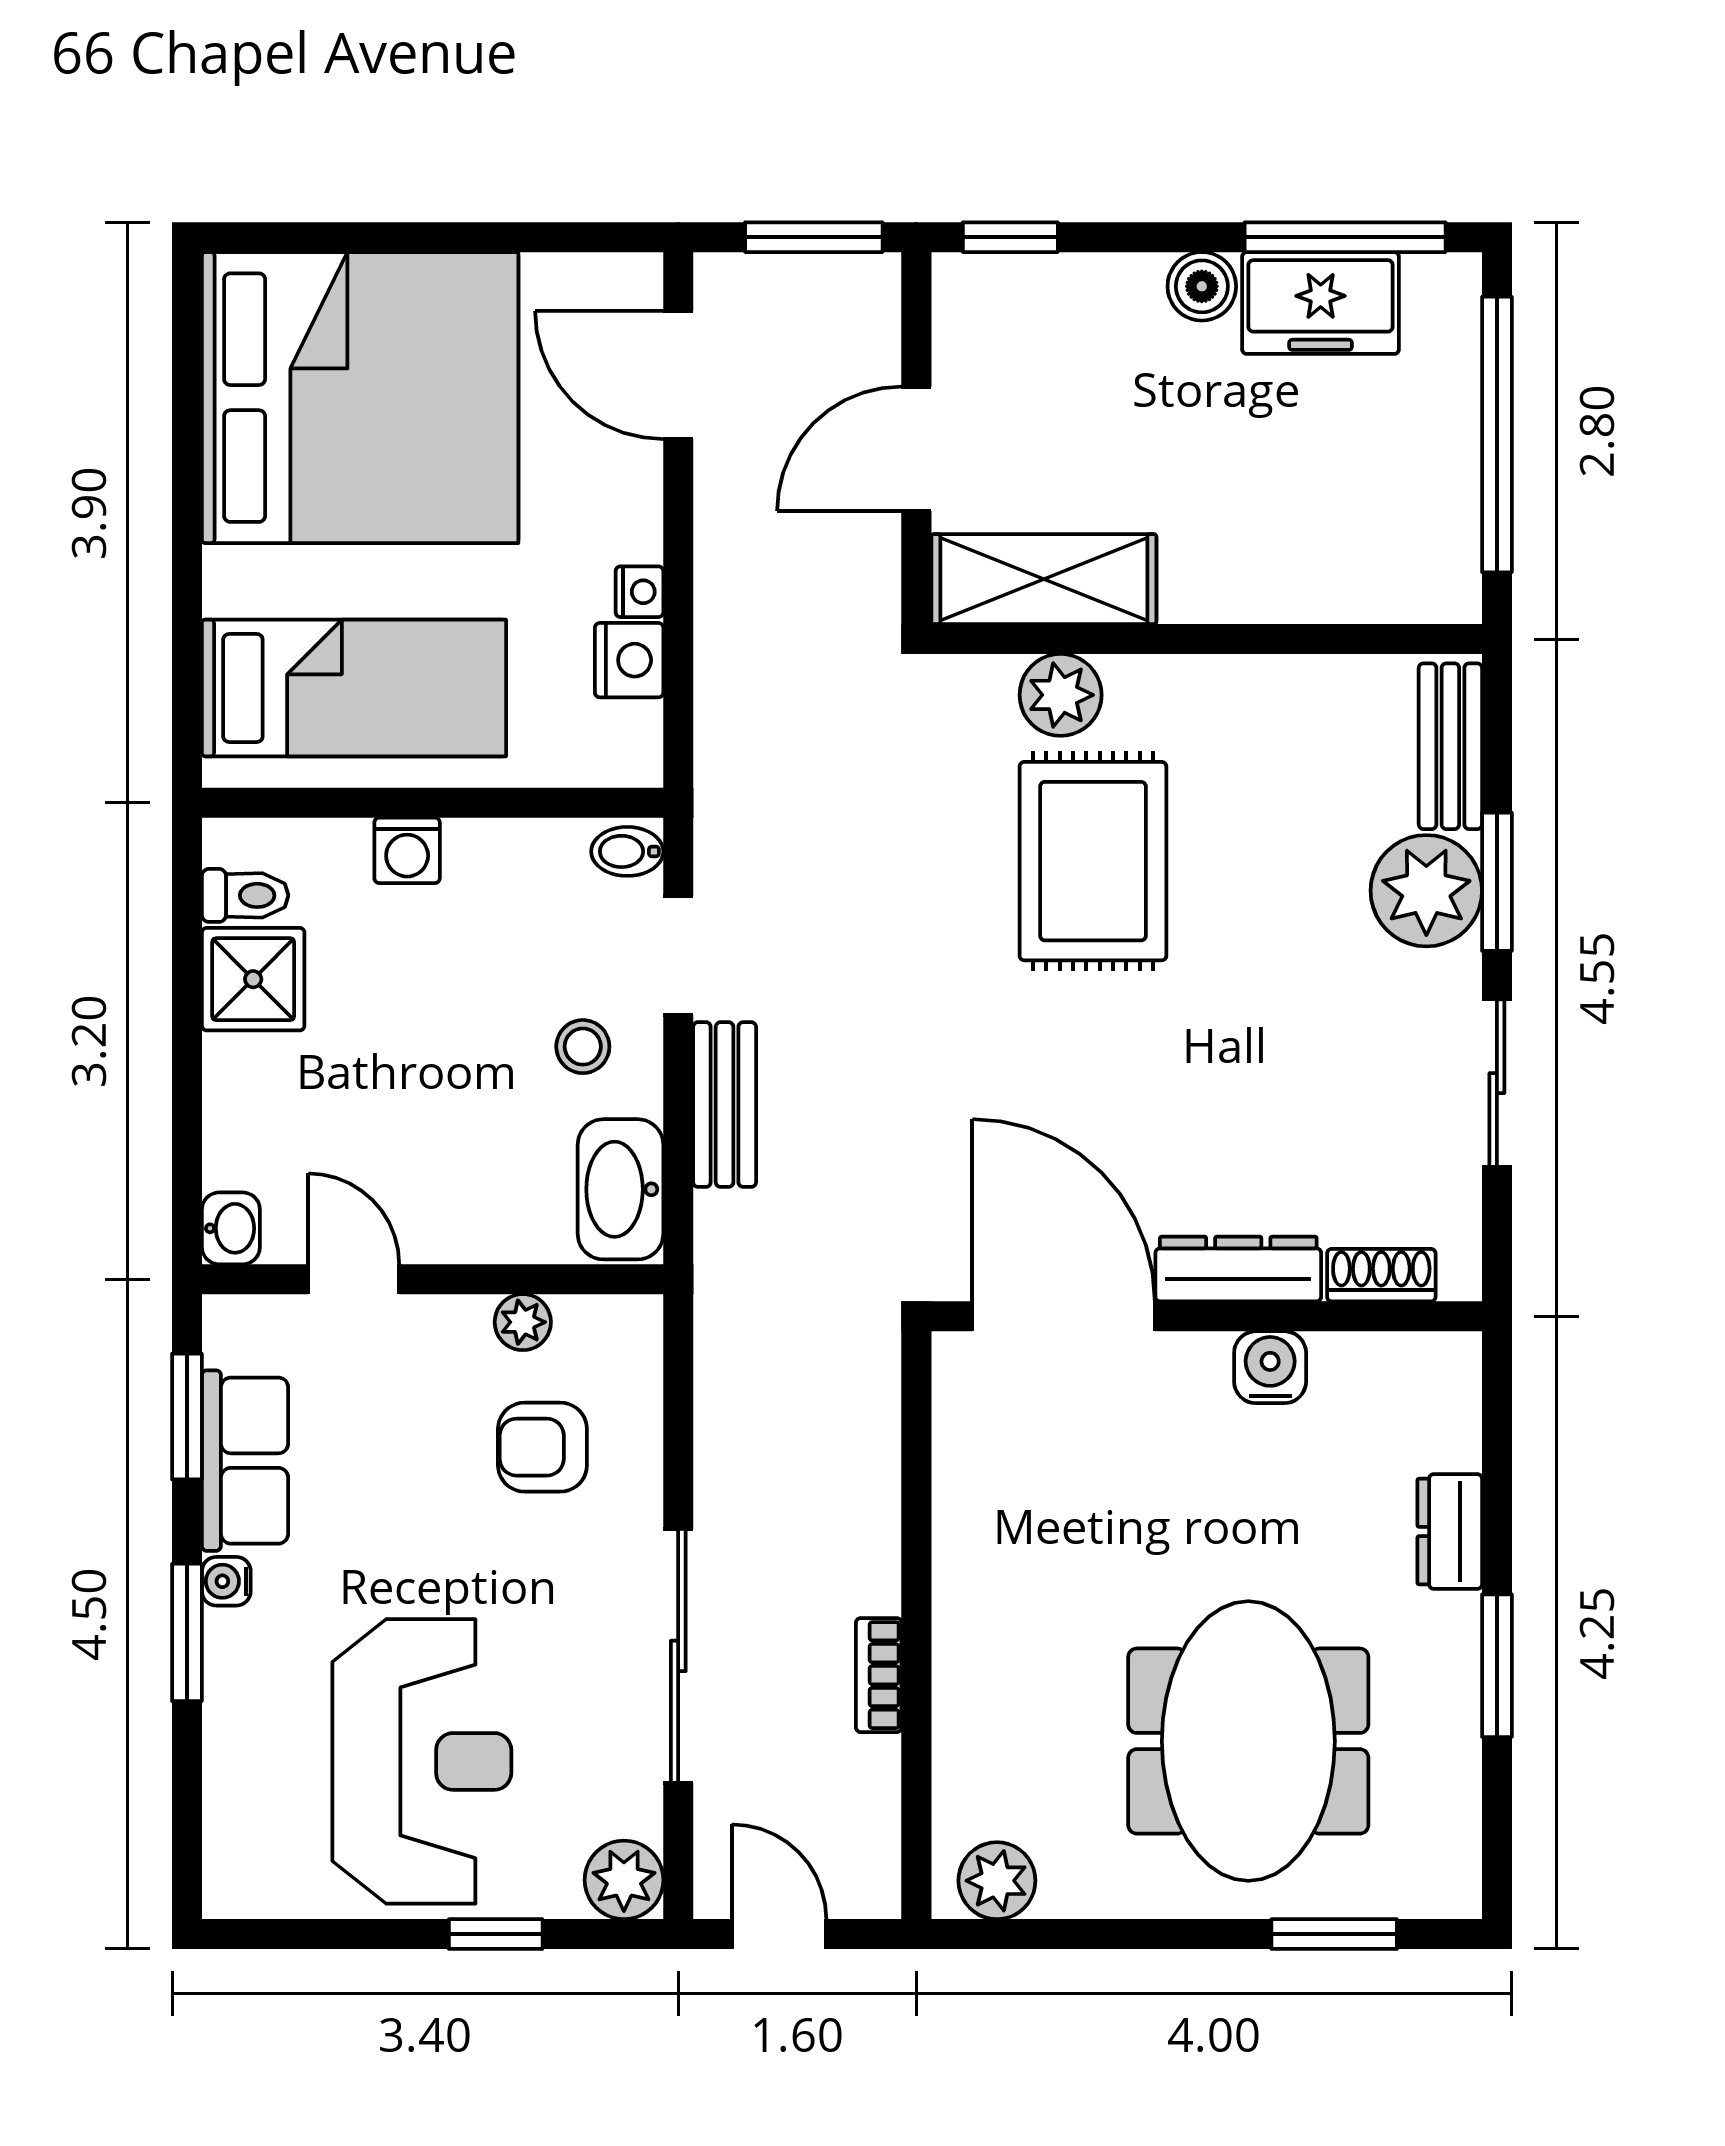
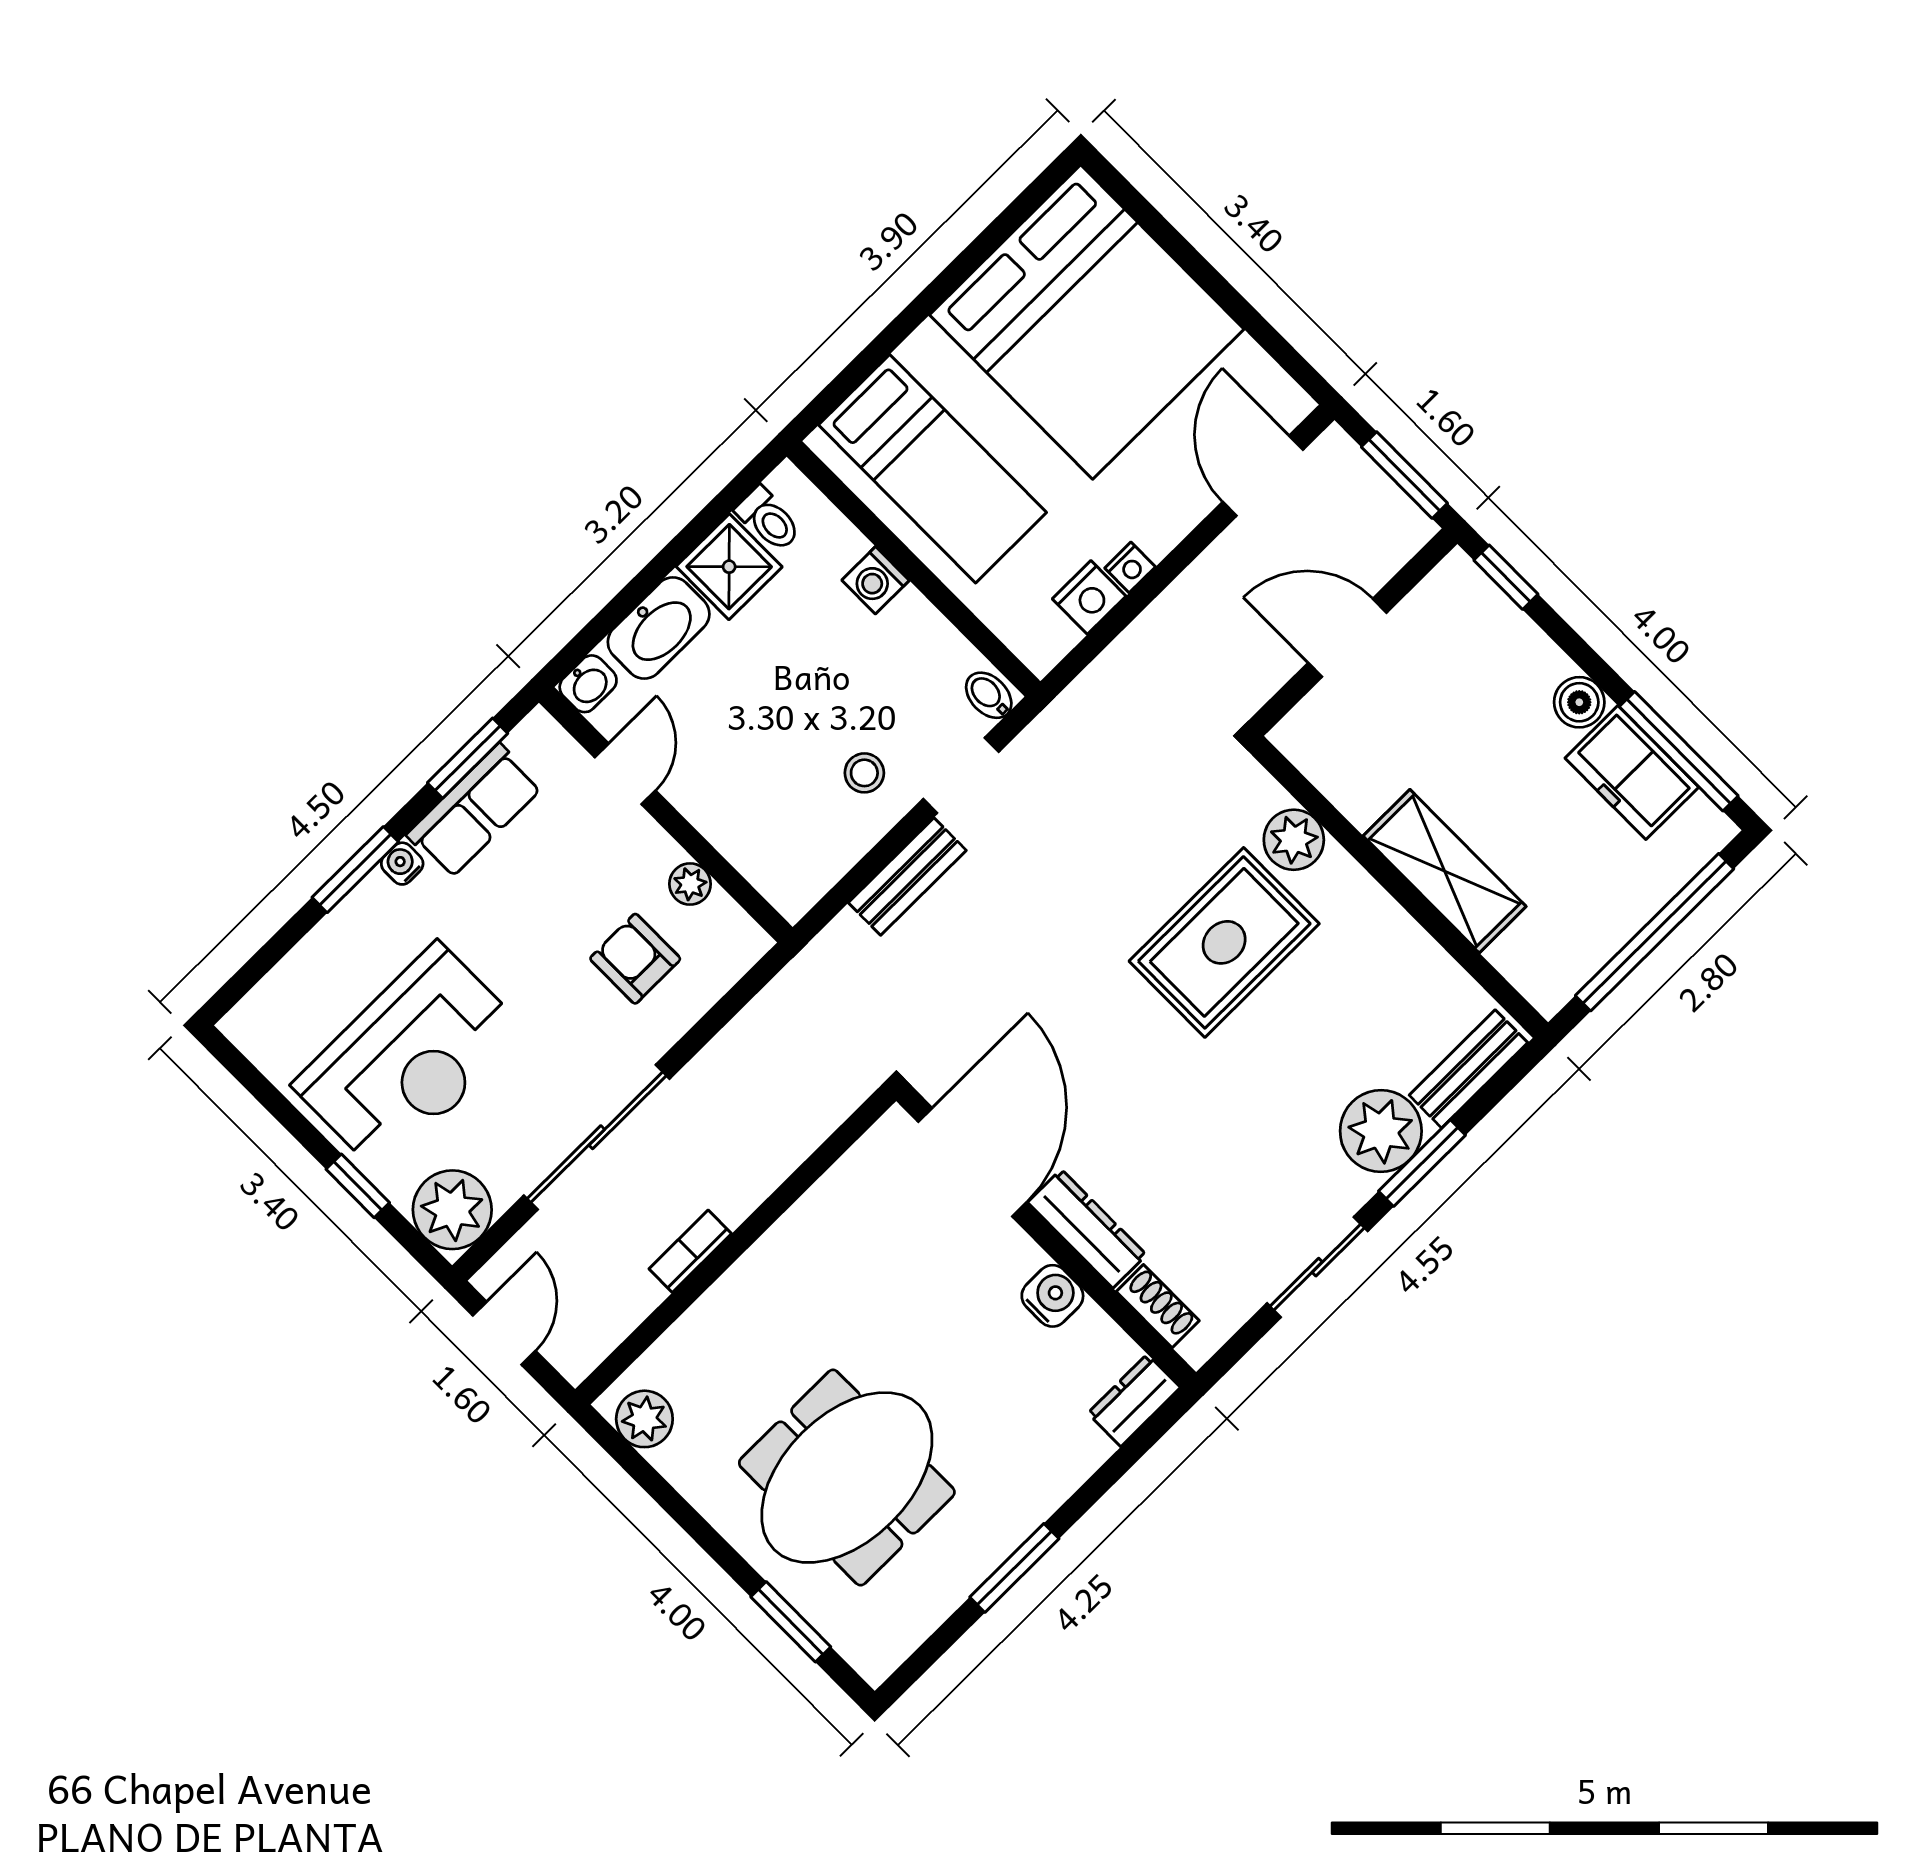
shelving: (1044, 579) -> (1445, 871), moved
washbasin: (621, 1189) -> (659, 628), moved, turned 180
dresser: (1450, 1531) -> (1134, 1400), moved
plant: (624, 1880) -> (452, 1210), width x1.36, depth x1.36

